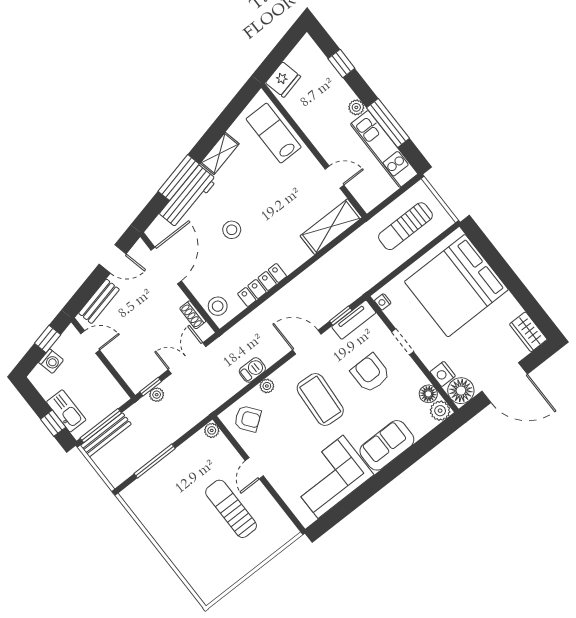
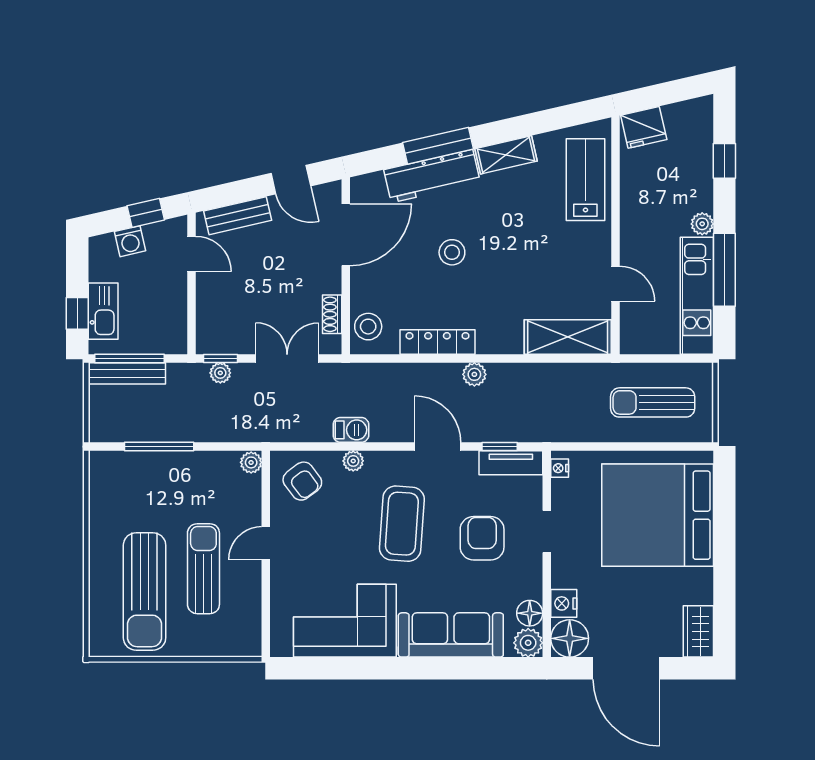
plant: (296, 287) -> (474, 374), added
sofa: (387, 445) -> (451, 635), width x1.36
sun lounger: (209, 546) -> (145, 591), added

